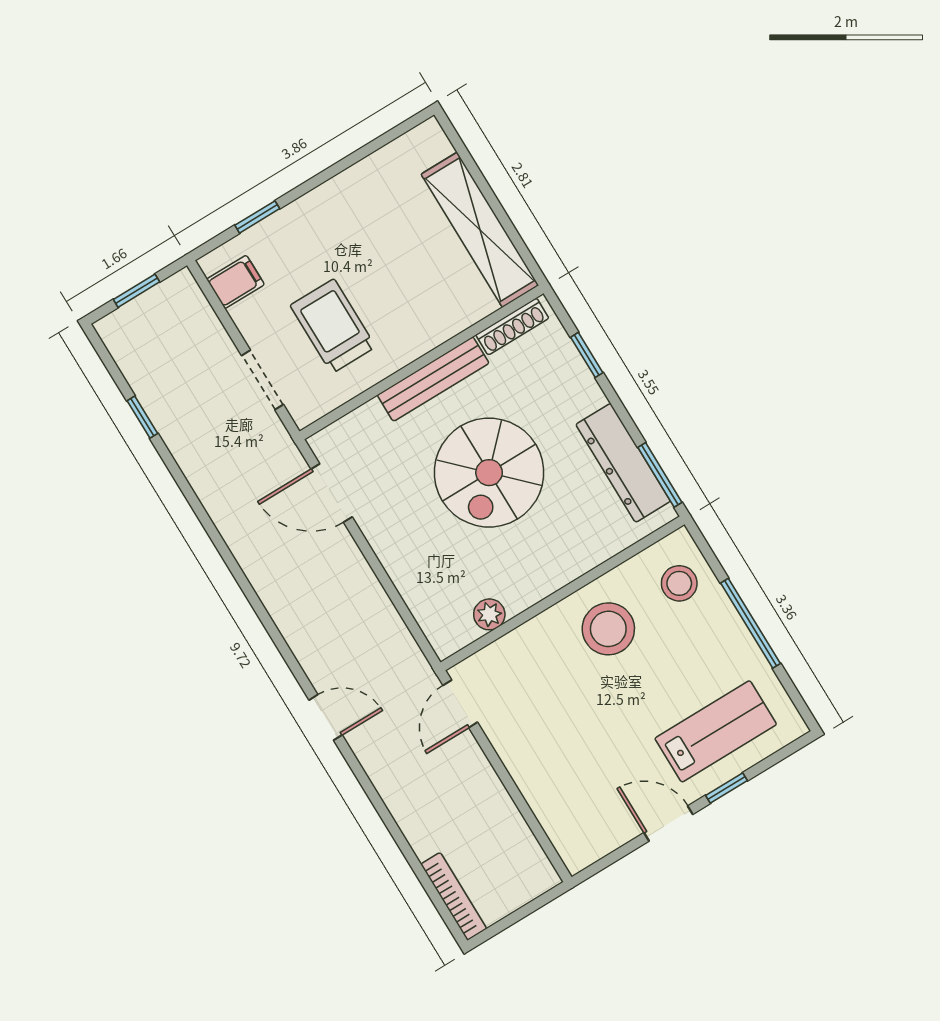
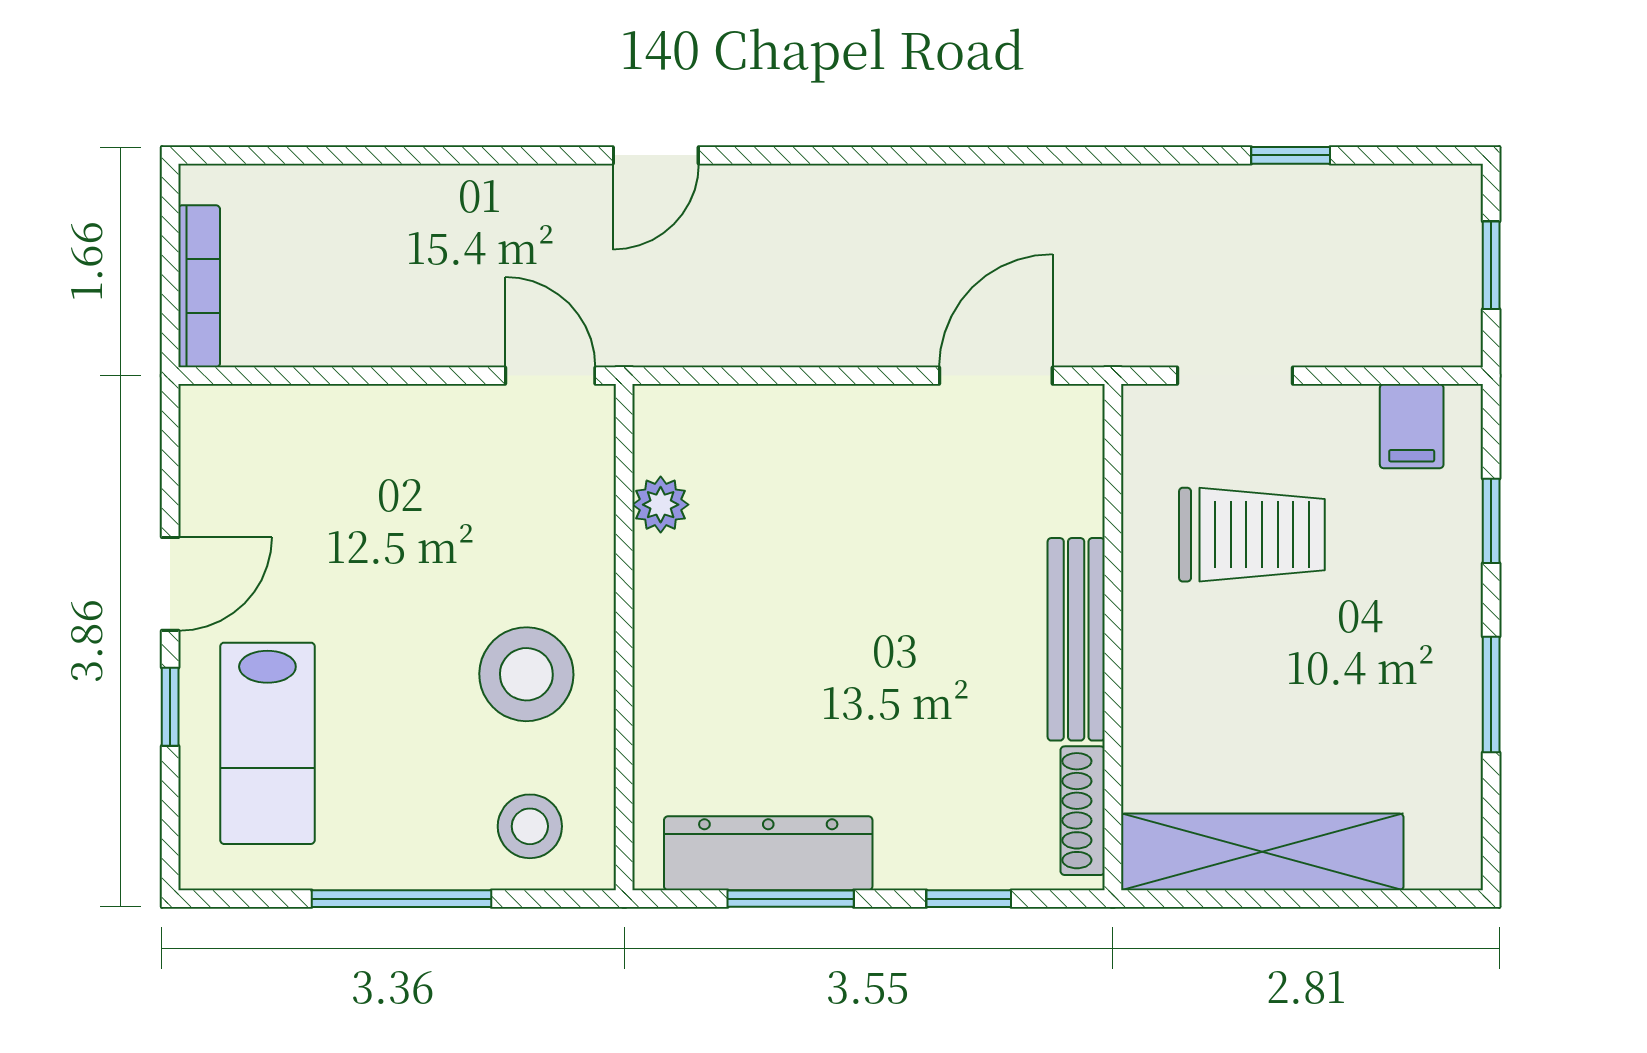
window: (339, 167) -> (1491, 694), added
spiral stairs: (489, 473) -> (879, 637), removed
window: (660, 475) -> (791, 899), moved
bookcase: (454, 896) -> (199, 286), moved, turned -90

